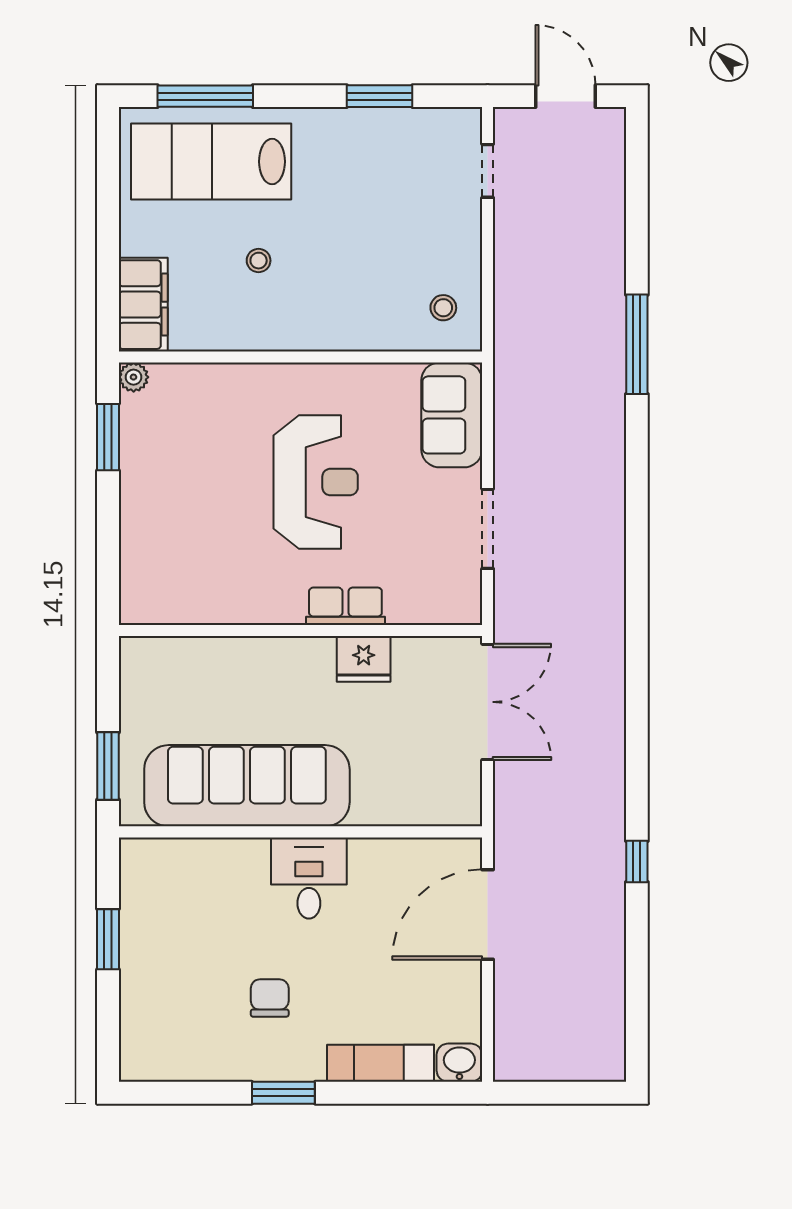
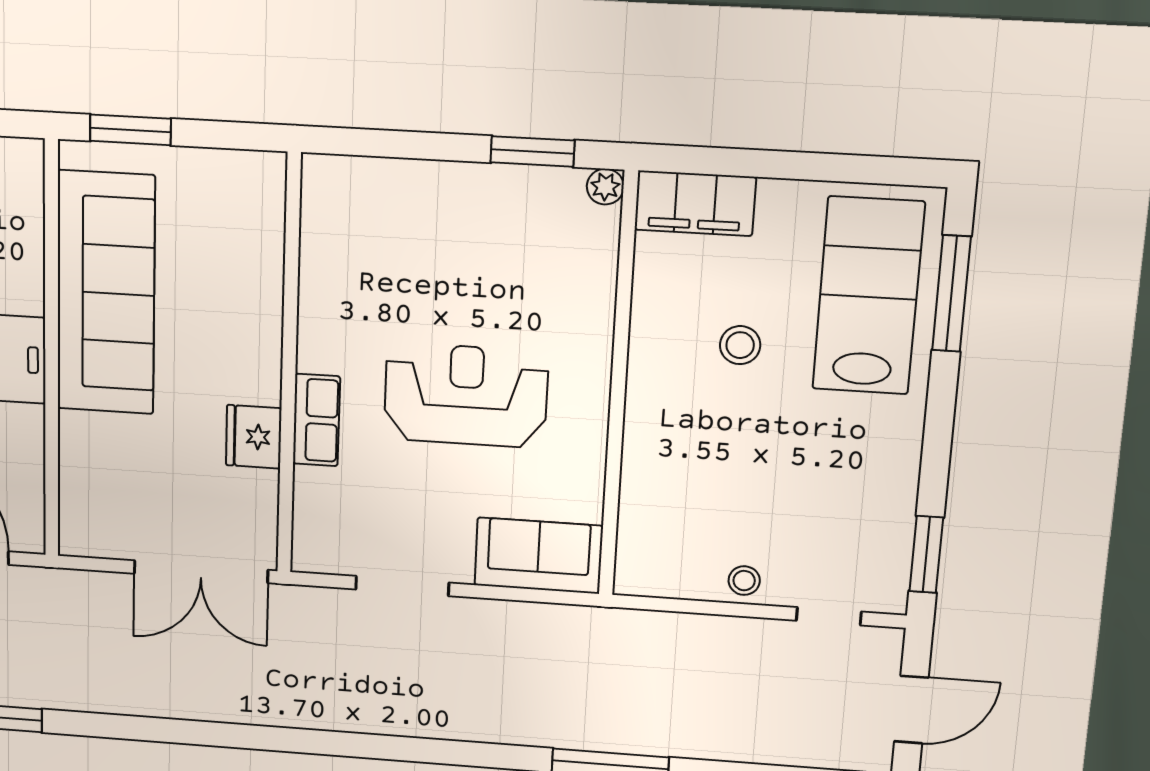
window: (380, 96) -> (926, 554), moved
stool: (259, 261) -> (740, 345), width x1.37, depth x1.37
stool: (443, 308) -> (744, 581), moved
reception desk: (316, 482) -> (466, 395), turned 180

